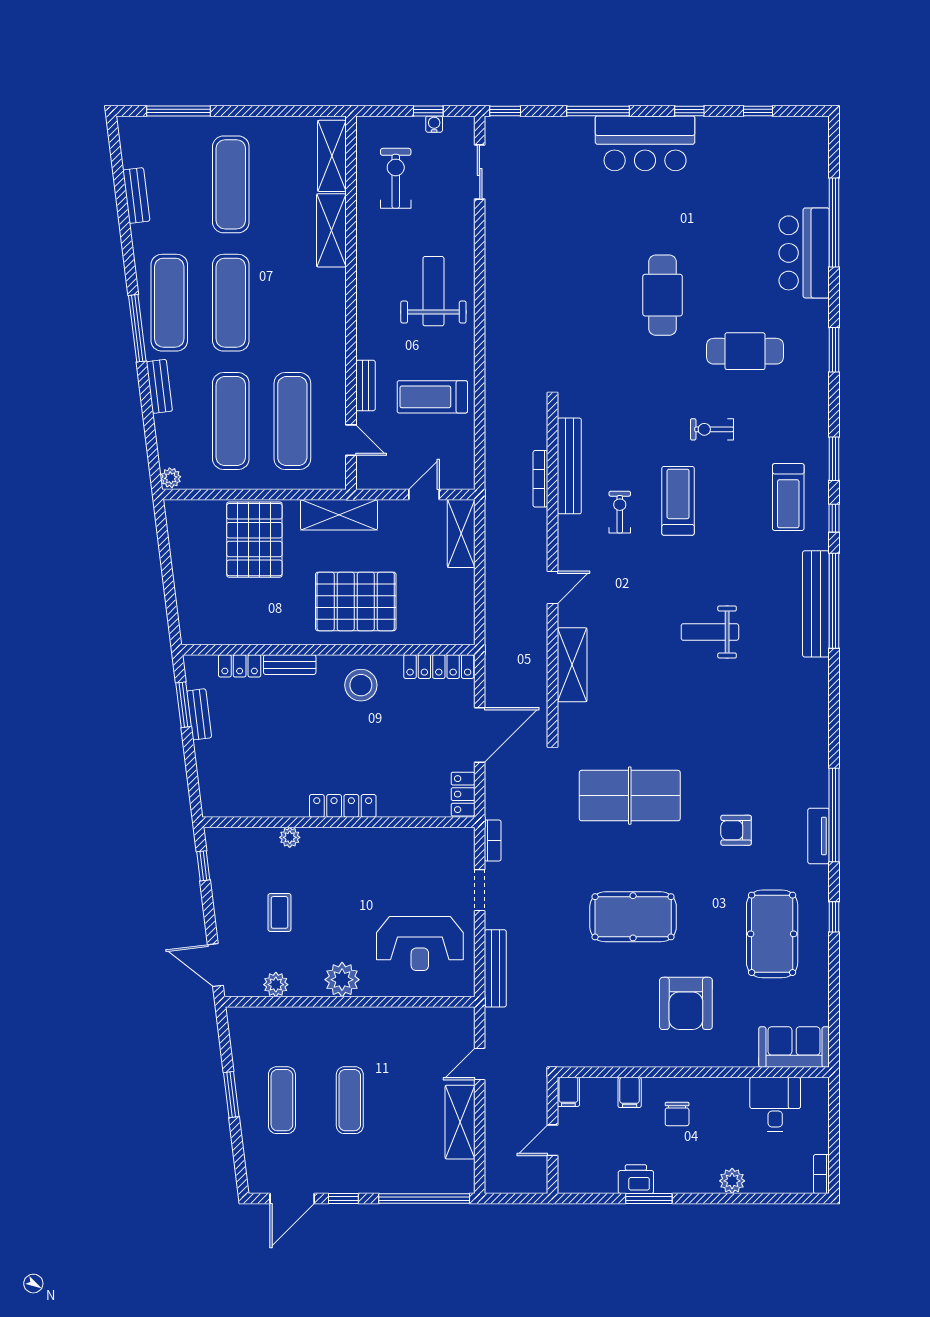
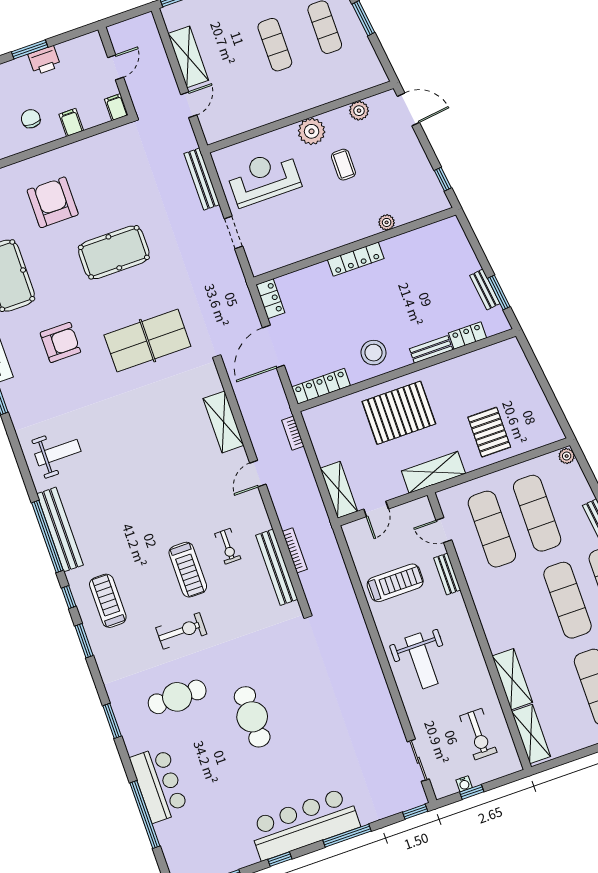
bar counter: (645, 143) -> (304, 824), width x1.36
exercise bike: (712, 429) -> (181, 631), width x1.38, depth x1.39
pallet: (254, 540) -> (489, 432), width x0.73, depth x0.71
weight bench: (710, 632) -> (58, 453), moved
armchair: (736, 830) -> (60, 342), width x1.38, depth x1.38
bookcase: (493, 841) -> (293, 433), moved
coffee table: (279, 912) -> (343, 165), moved

